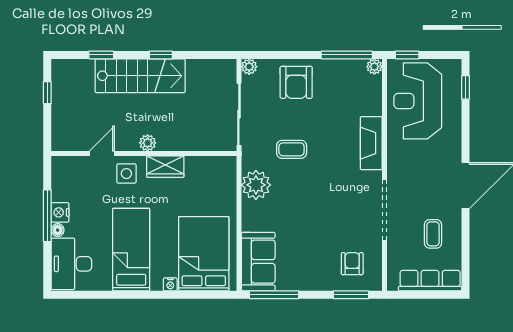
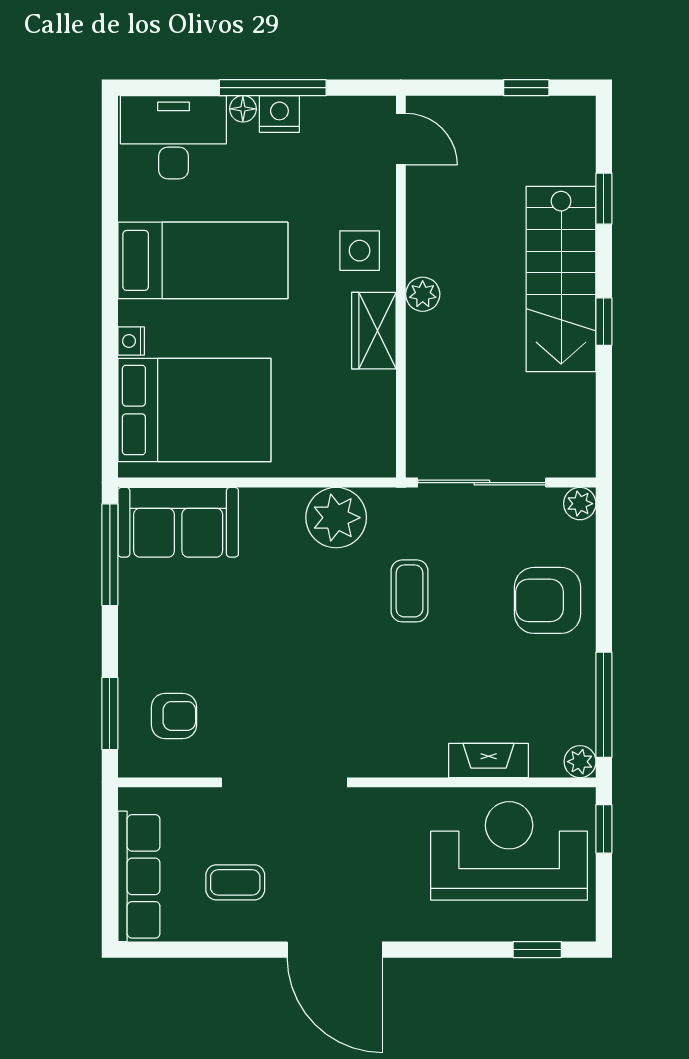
fireplace: (371, 143) -> (489, 761), moved, width x0.73, depth x0.76
door: (102, 153) -> (401, 139), moved

